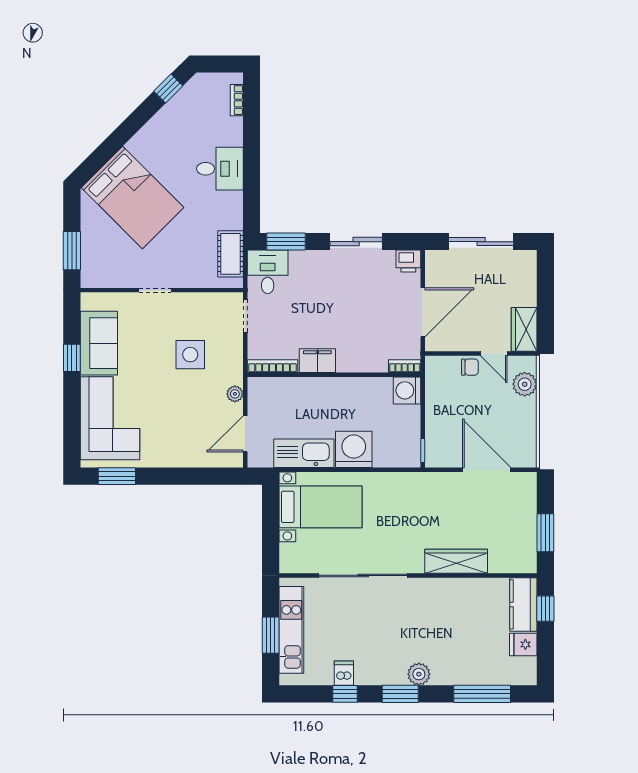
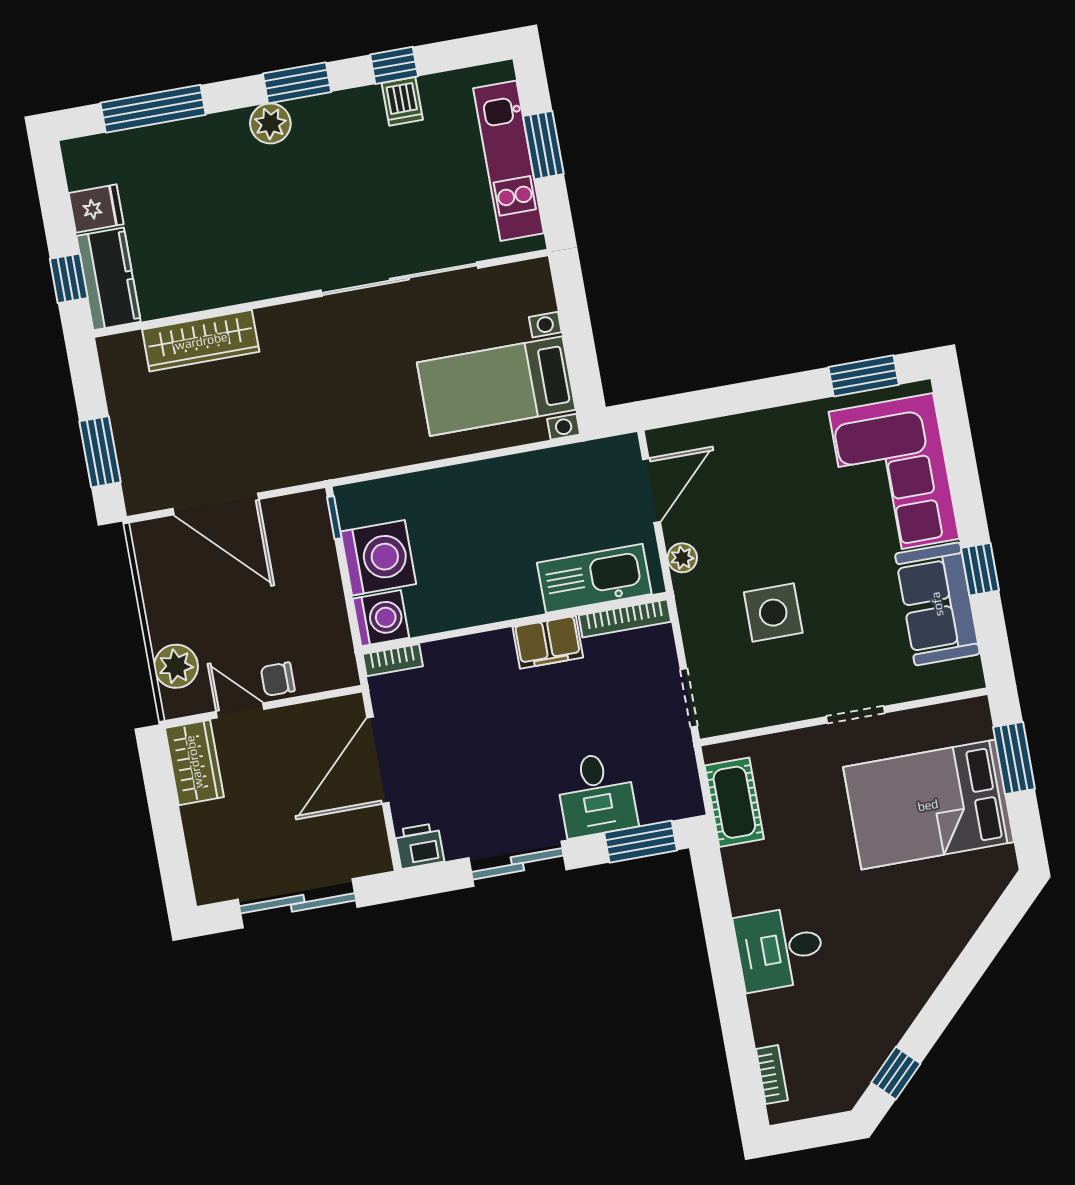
bed: (133, 198) -> (928, 805), moved, turned -45
desk: (268, 272) -> (596, 794), moved
washing machine: (354, 449) -> (378, 558), moved, turned -90
kitchen sink: (304, 453) -> (594, 578), moved, turned 180
window: (545, 533) -> (100, 452), moved
wardrobe: (456, 561) -> (201, 341), moved

